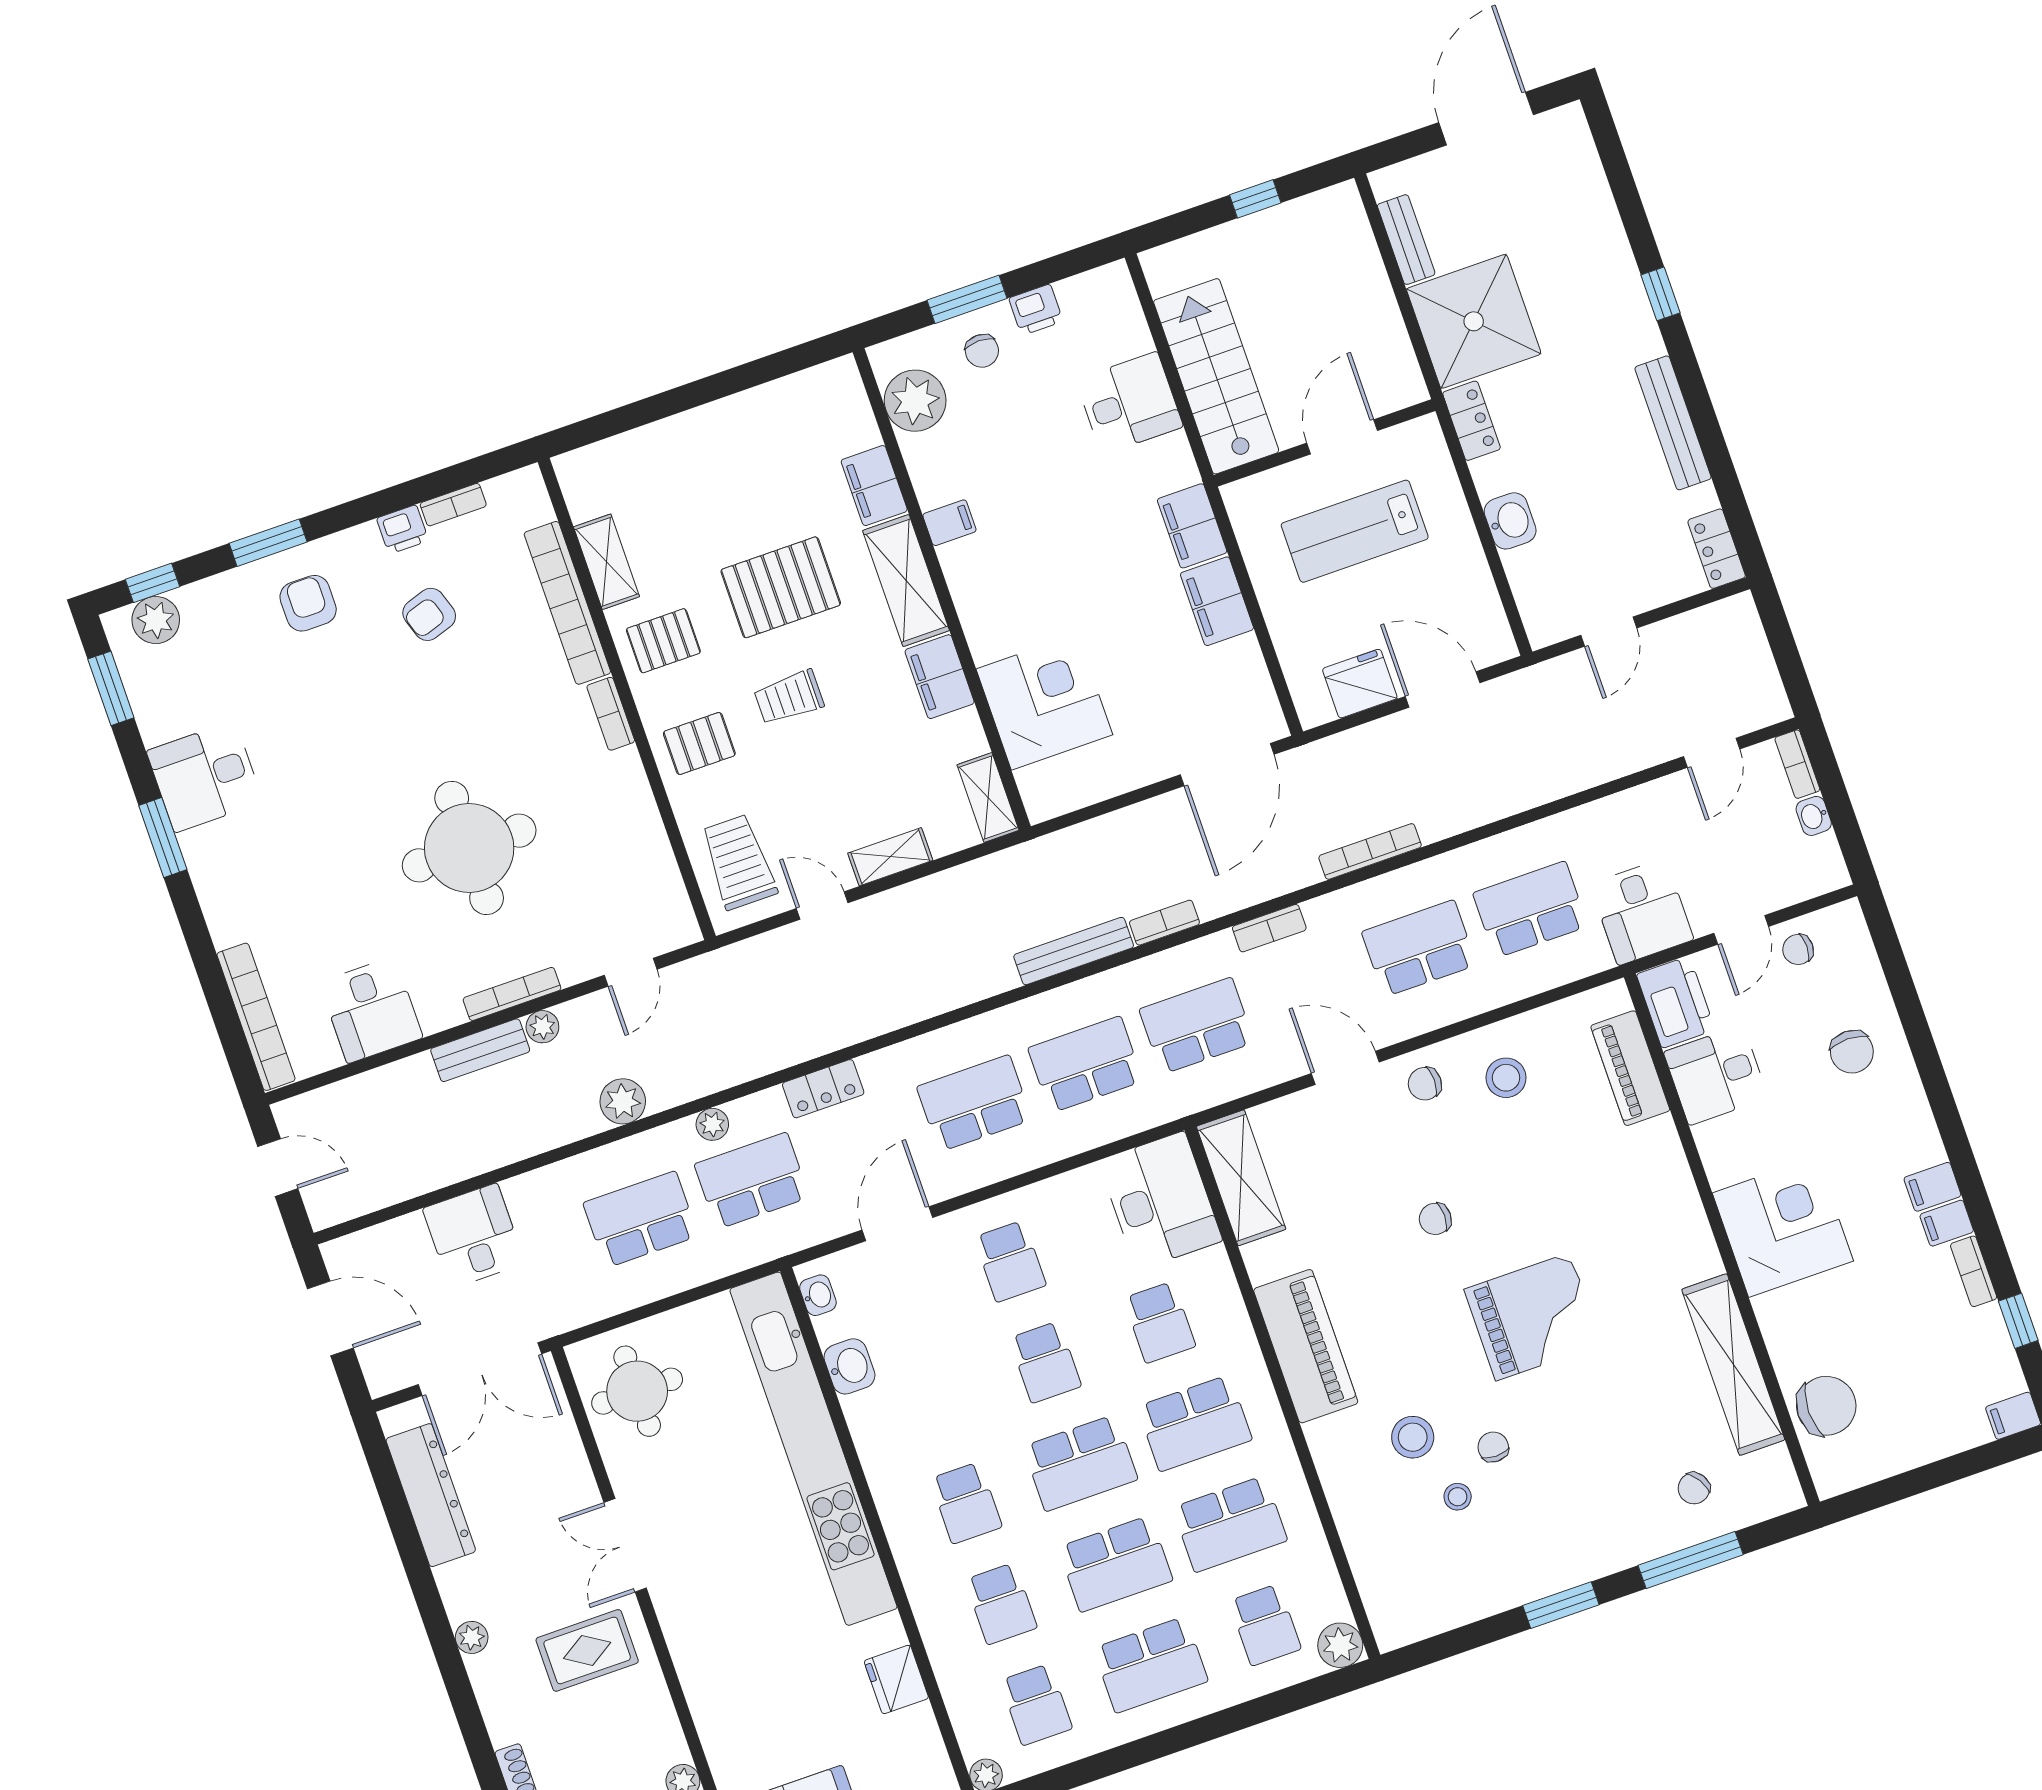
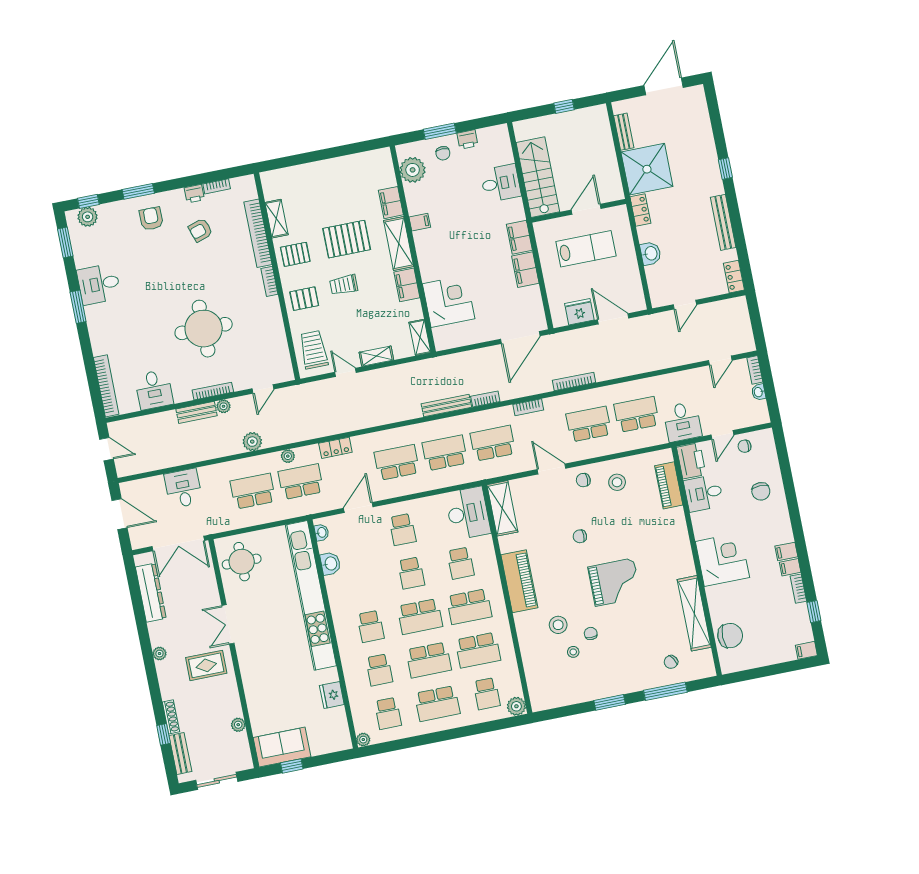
lab bench: (1355, 531) -> (586, 249), turned 180

